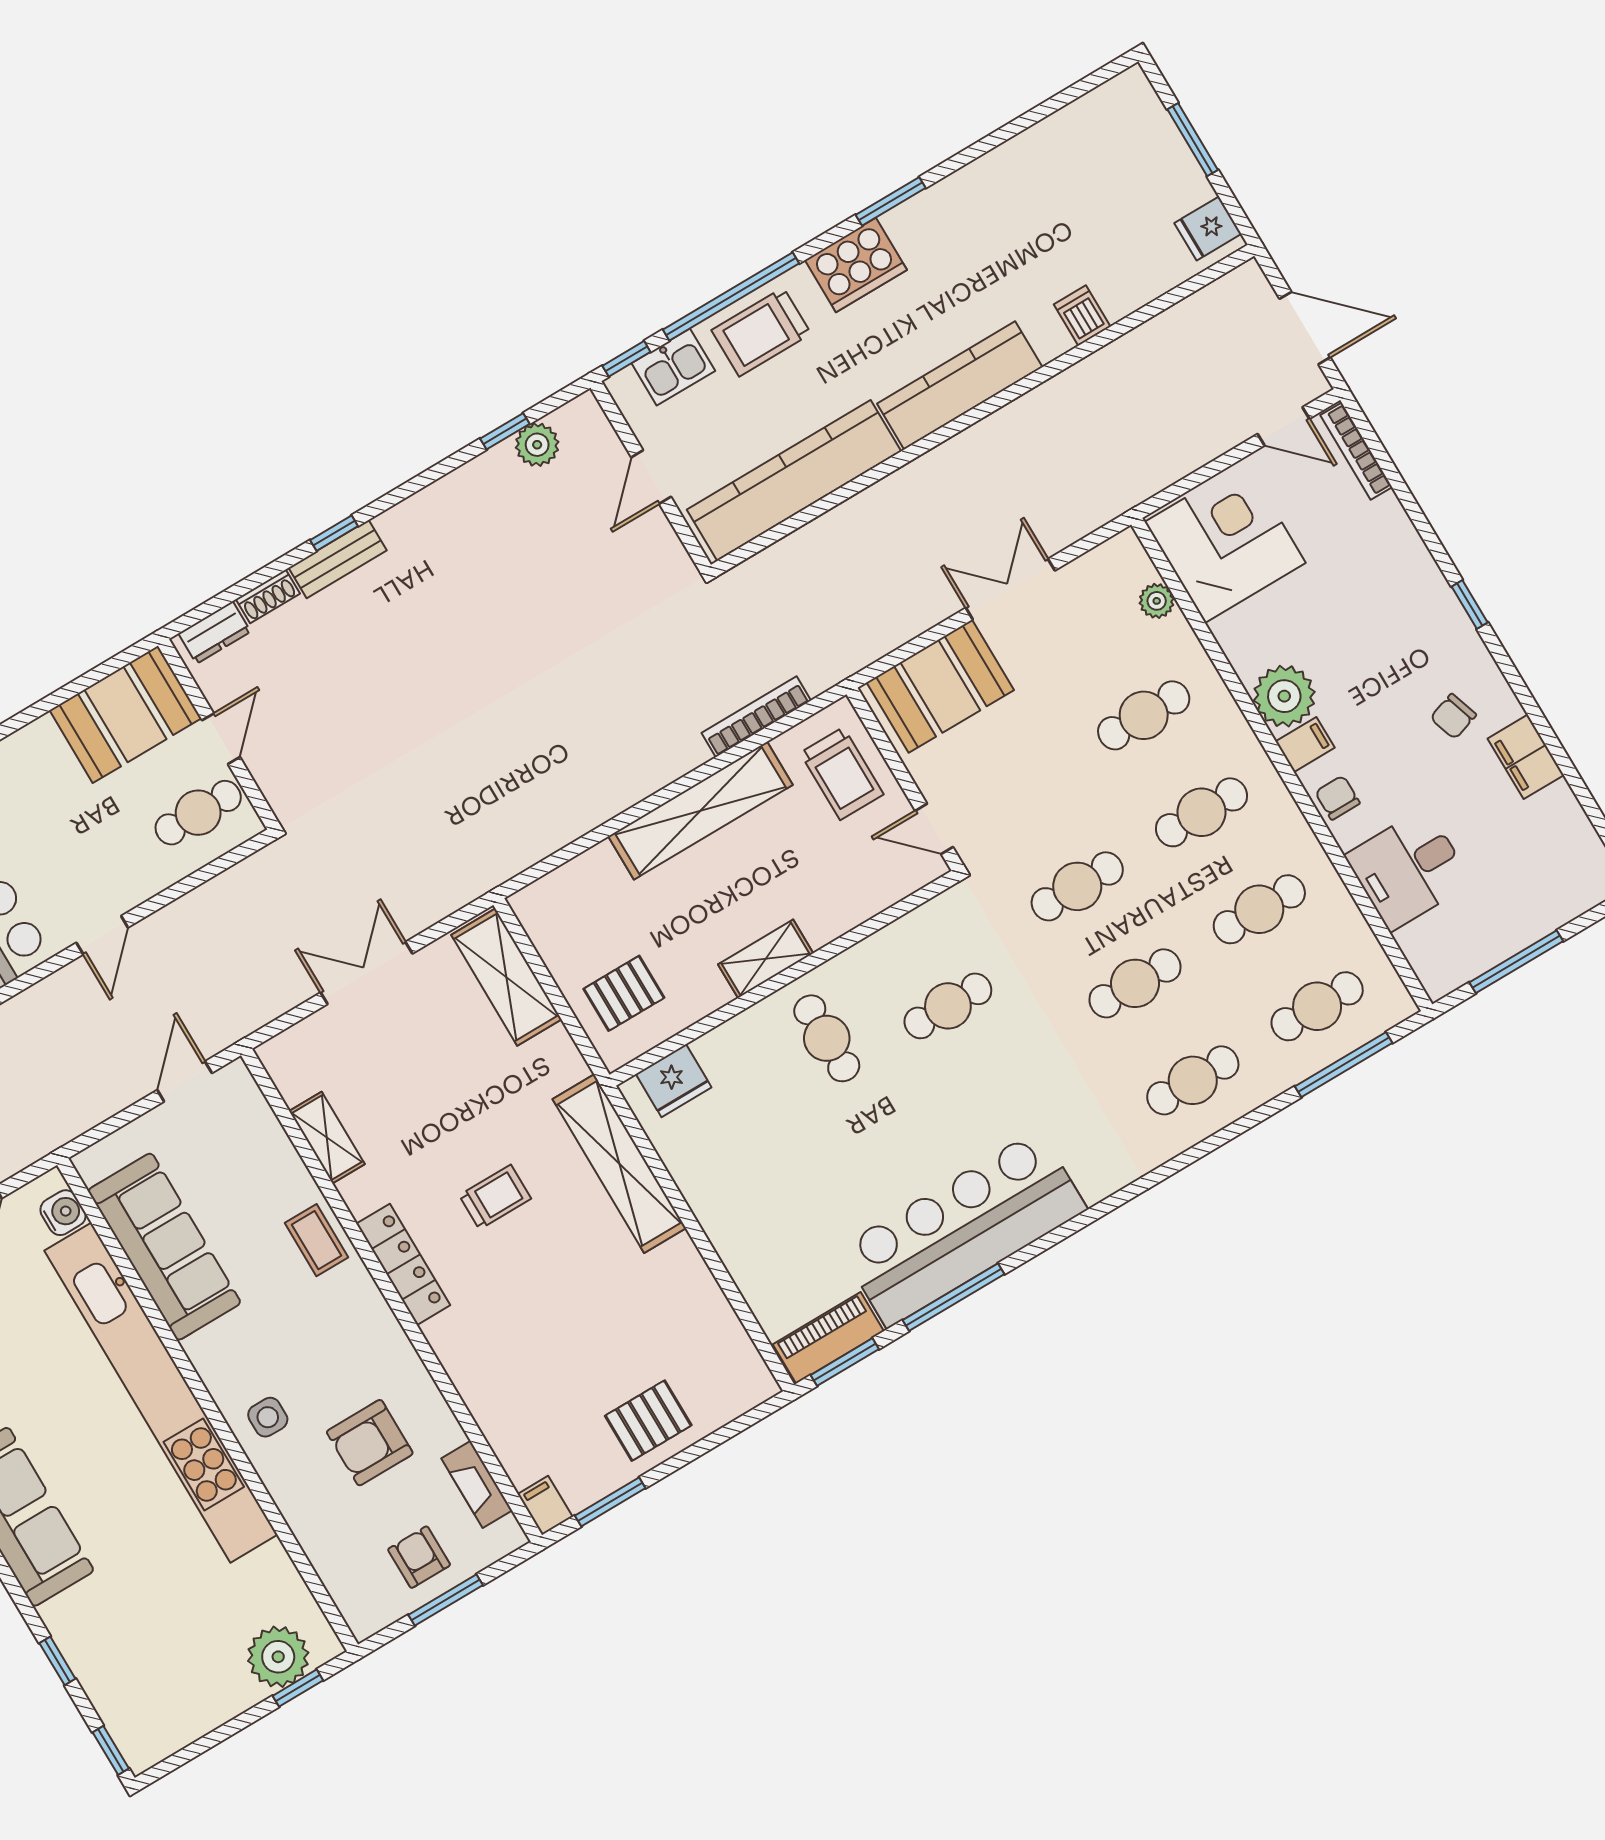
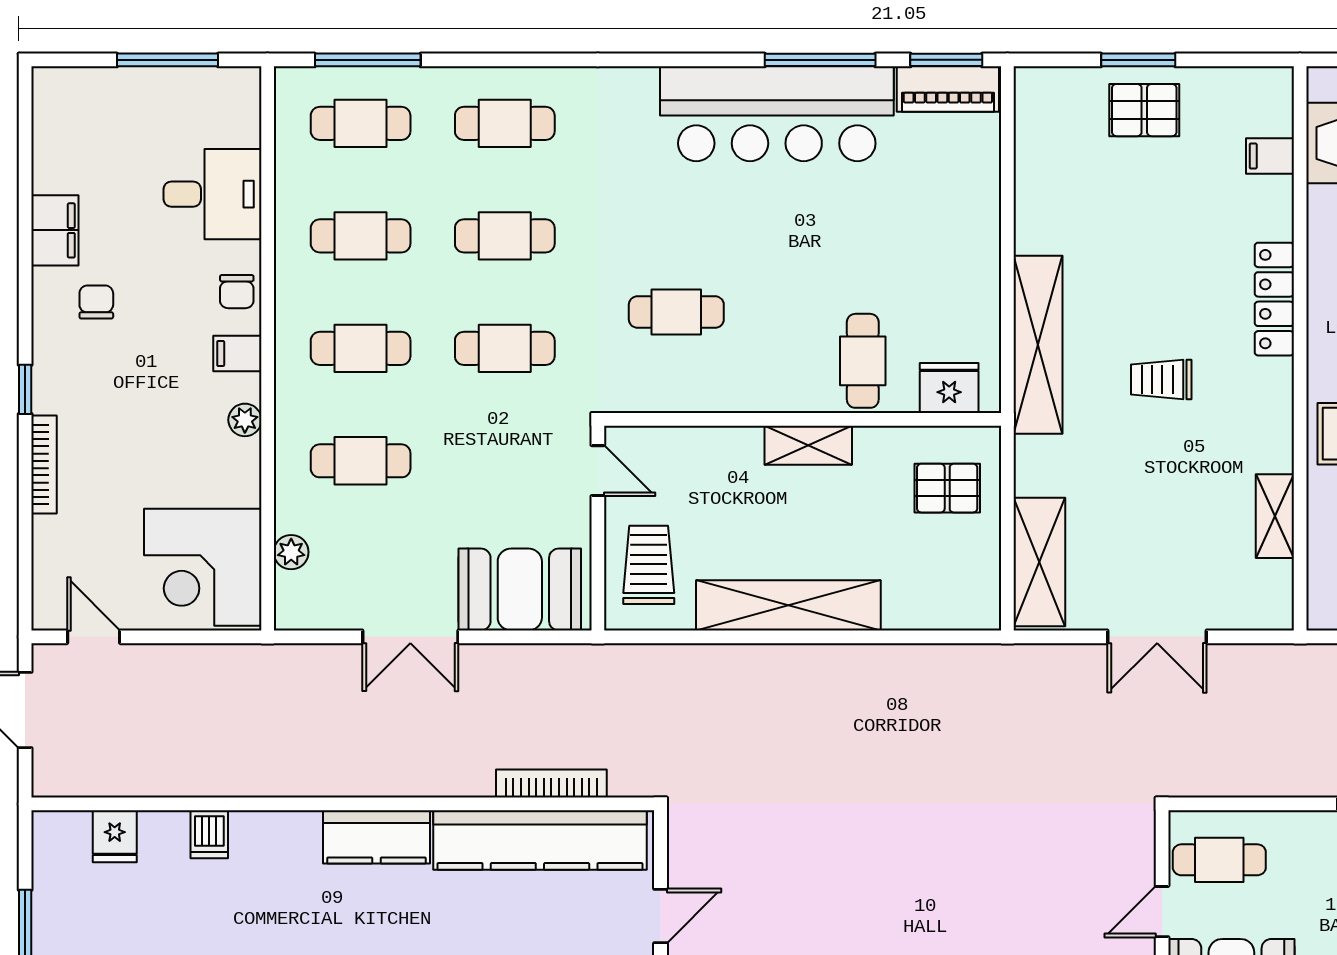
fridge: (1208, 228) -> (115, 836), moved, turned 90
kitchen counter: (960, 385) -> (376, 837), width x0.67
bookcase: (1356, 451) -> (44, 464), moved
plant: (1284, 696) -> (245, 420), width x0.53, depth x0.53
chair: (1453, 716) -> (96, 302), turned -72
bookcase: (756, 717) -> (551, 784), moved, turned 180
cafe table: (827, 1038) -> (863, 361), moved
locker: (403, 1264) -> (1274, 299), moved
window: (610, 1502) -> (1138, 60), moved
filing cabinet: (545, 1505) -> (1270, 156), moved, turned 90

